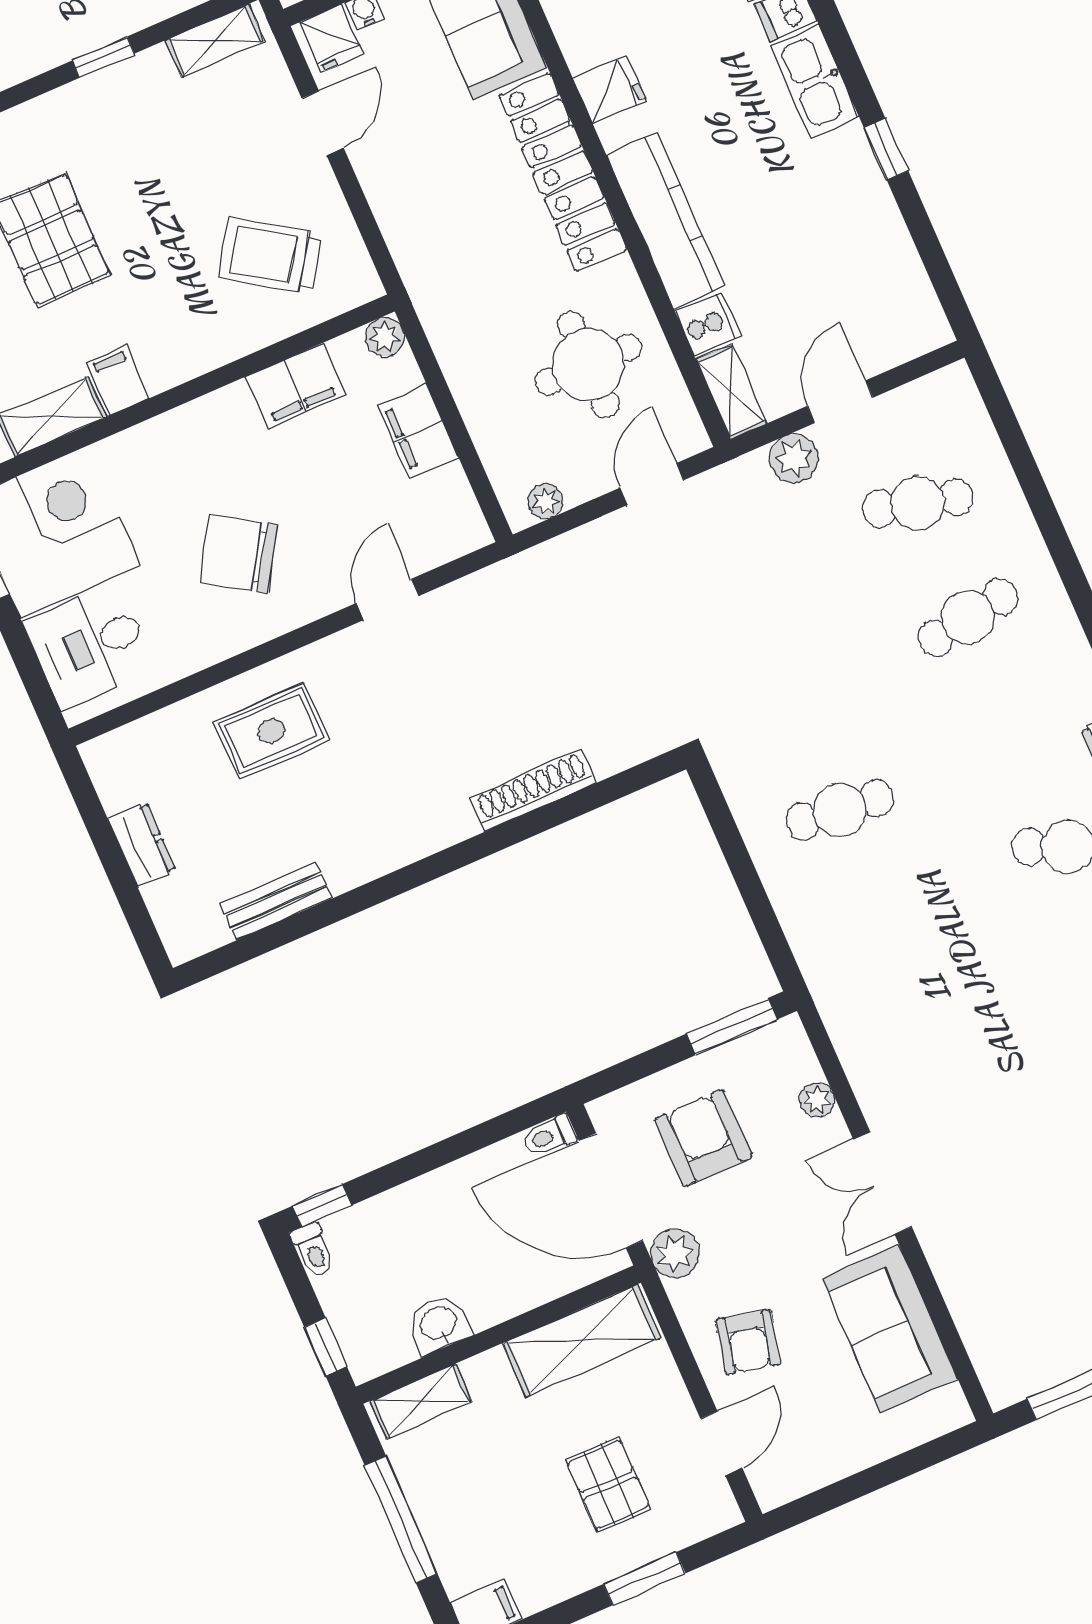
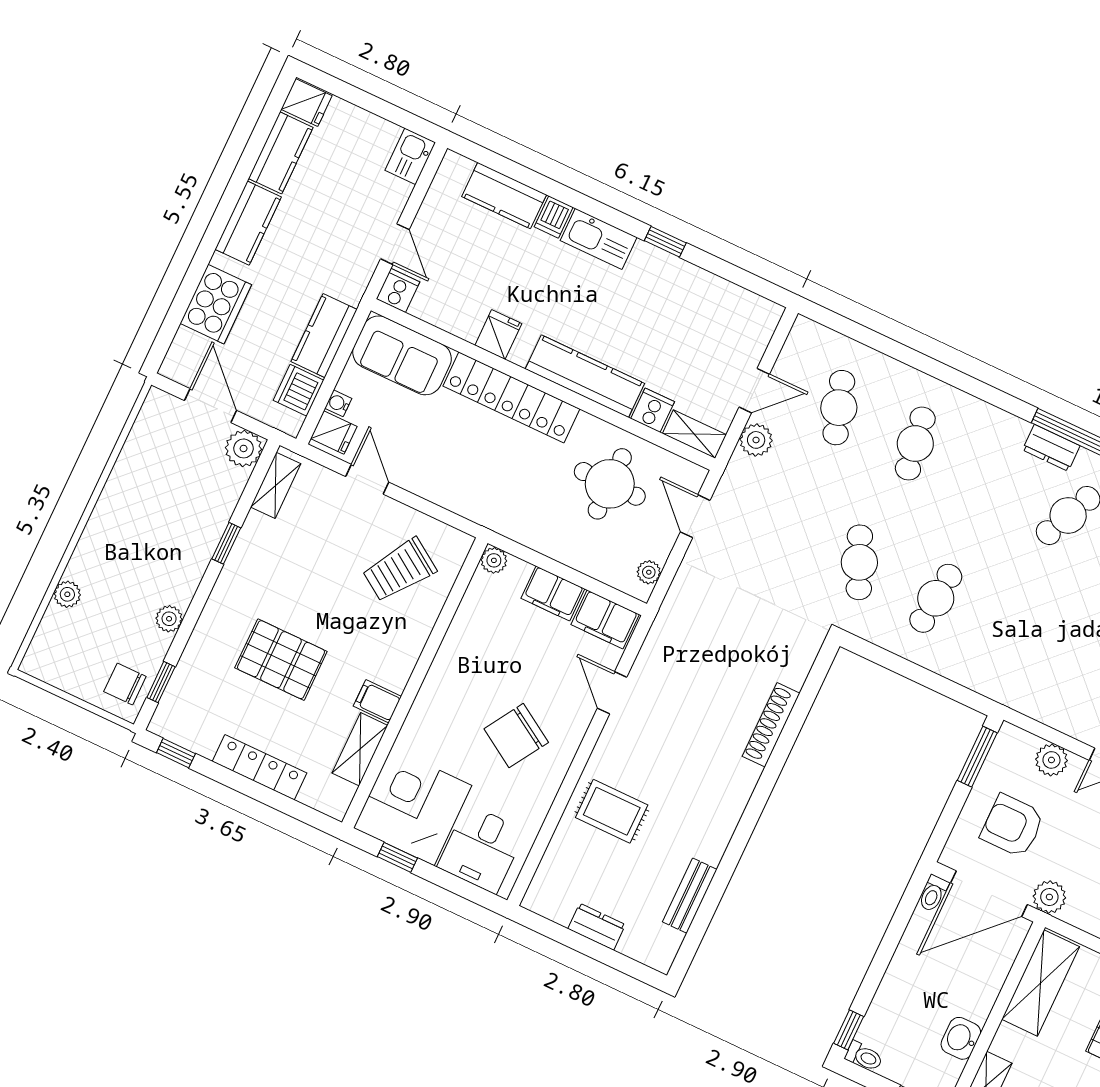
filing cabinet: (295, 386) -> (605, 619), moved, turned 90
door: (840, 402) -> (754, 391), swing flipped
cafe table: (918, 503) -> (839, 408), turned -33
cafe table: (790, 695) -> (859, 562), added
rug: (271, 731) -> (612, 811), turned 90
plant: (817, 1100) -> (1051, 760), width x1.38, depth x1.38

